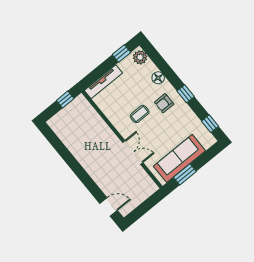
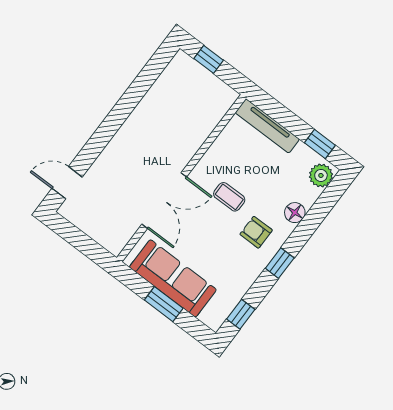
window: (65, 99) -> (209, 59), moved
double door: (133, 153) -> (164, 201), width x1.37
window: (185, 174) -> (164, 304), moved
door: (109, 207) -> (67, 183), swing flipped

